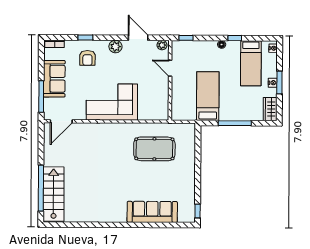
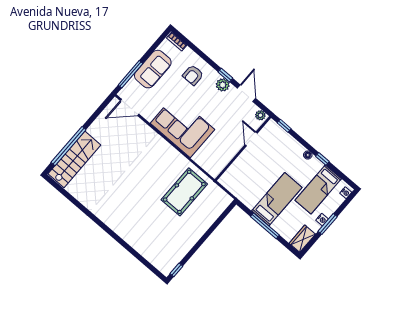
window: (85, 38) -> (225, 75), moved
bed: (208, 96) -> (277, 199), moved
pool table: (154, 149) -> (184, 192), turned 90
sofa: (152, 212) -> (140, 240), removed

